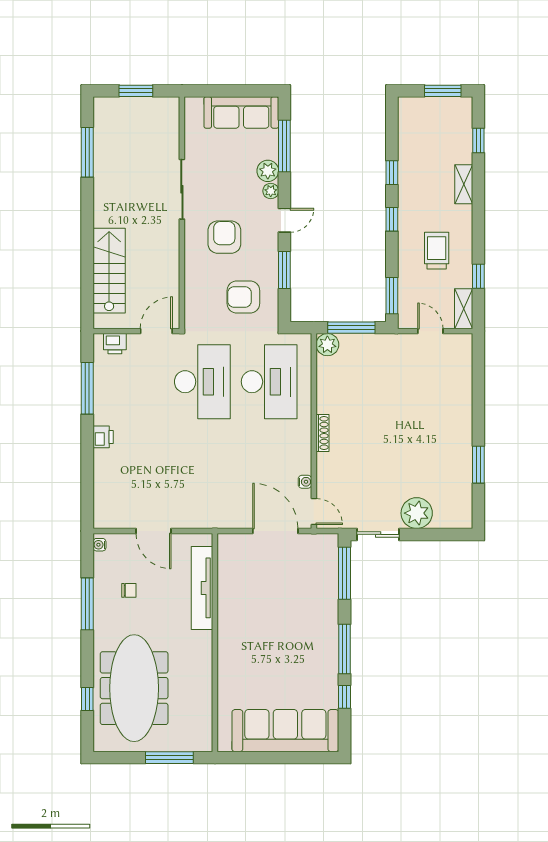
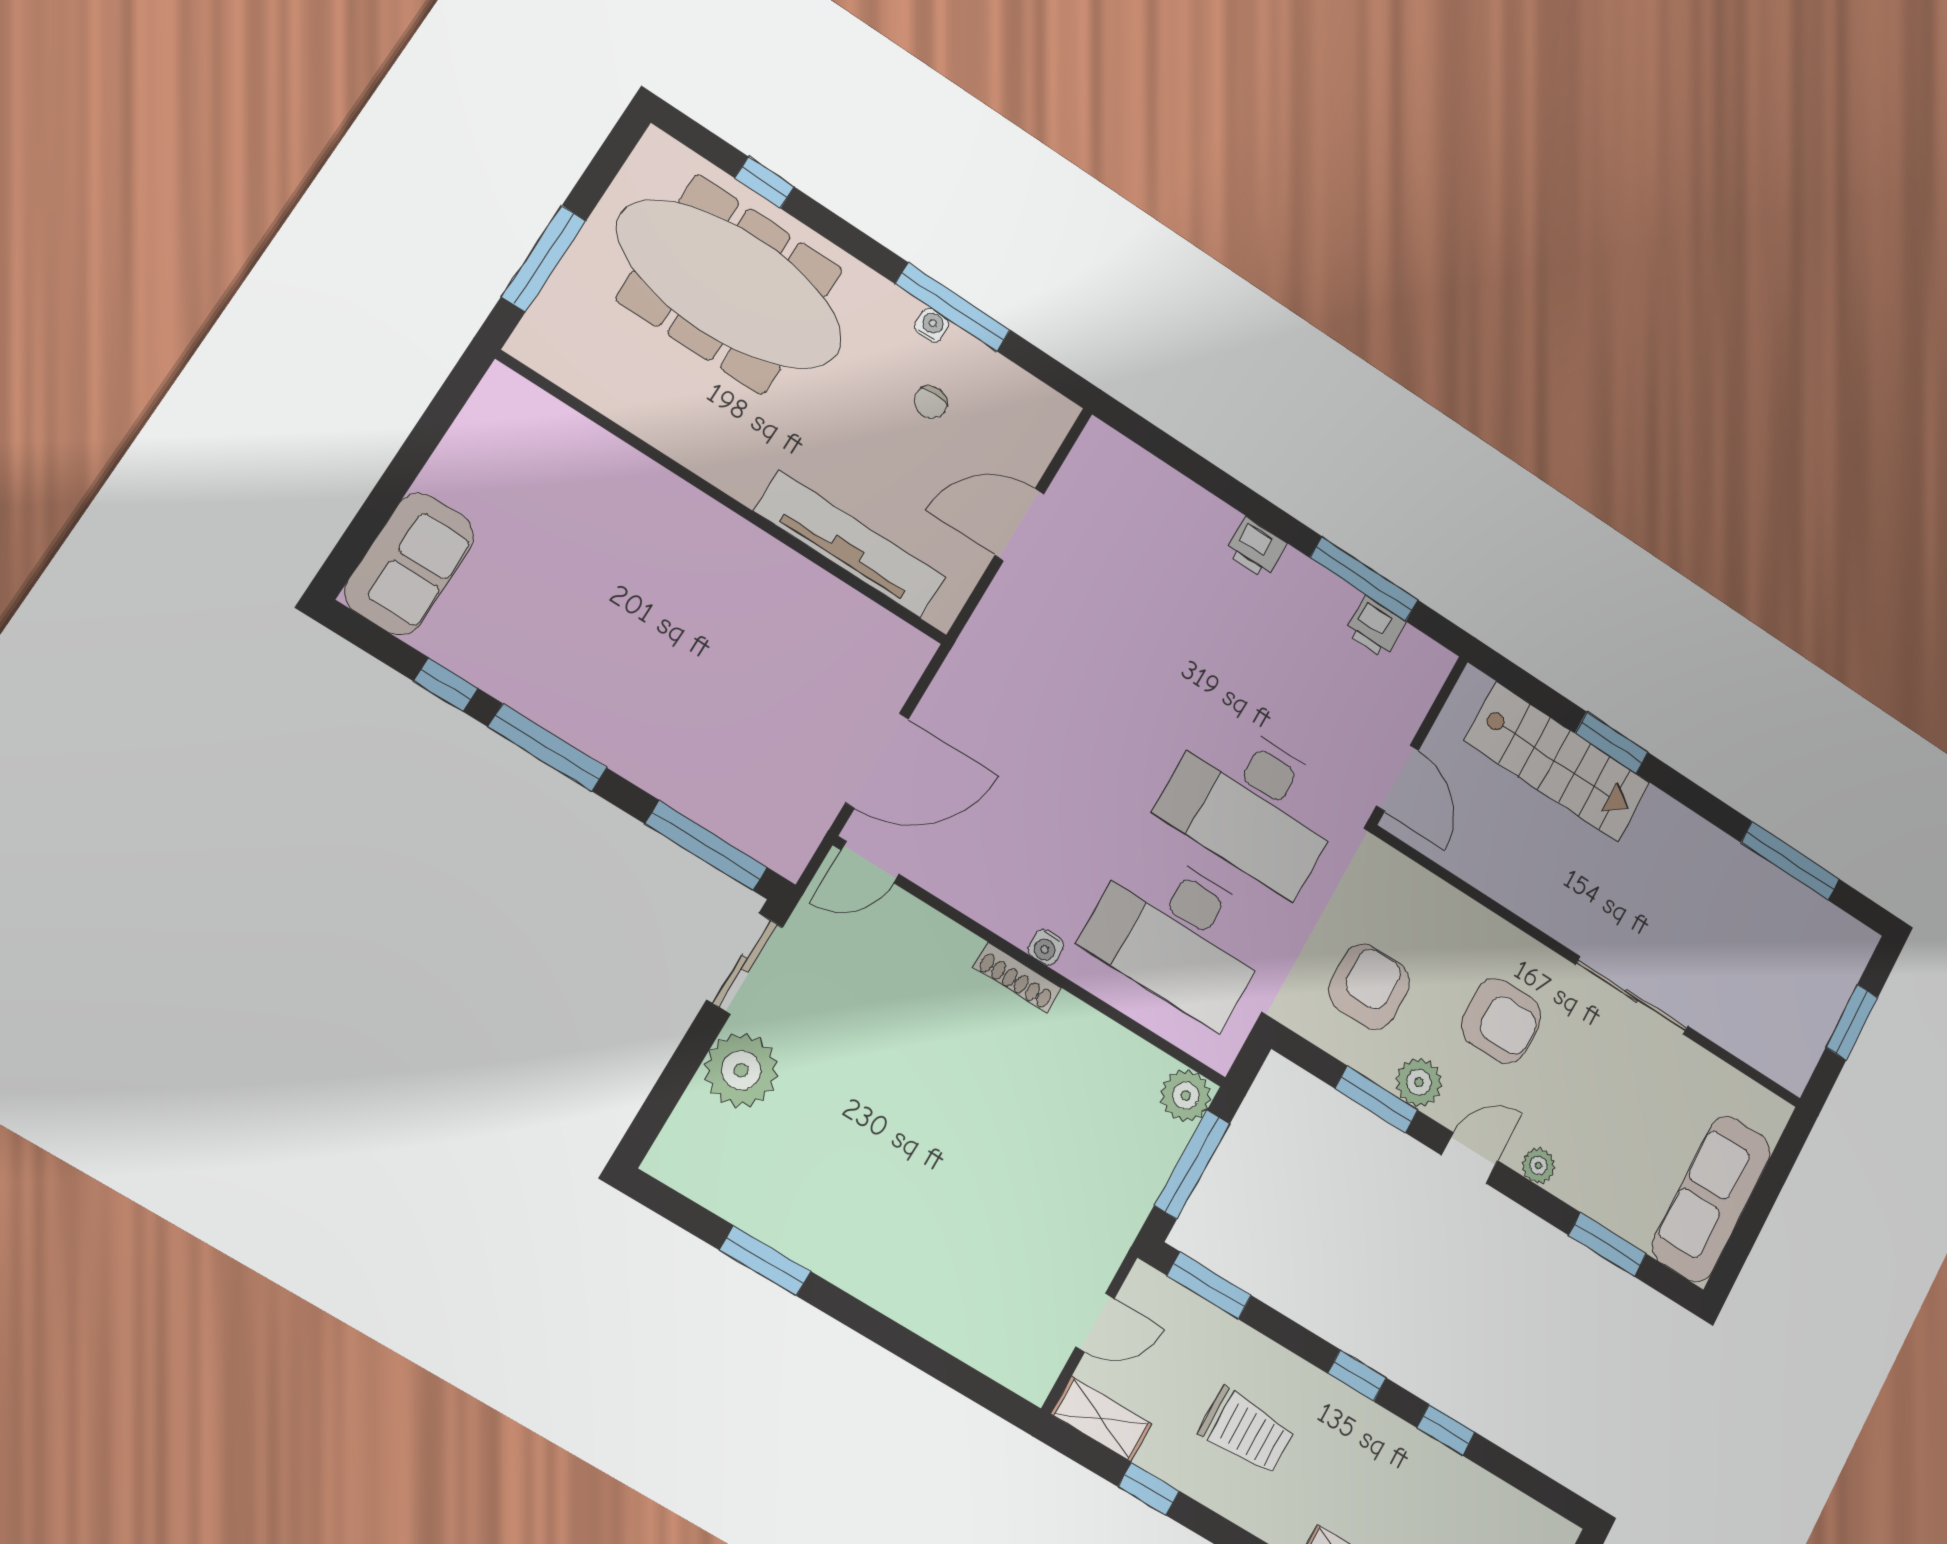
window: (284, 146) -> (1608, 1245), width x0.69
plant: (268, 171) -> (1419, 1082), moved
door: (284, 220) -> (1470, 1158), swing flipped
window: (87, 253) -> (1612, 743), added
printer: (115, 344) -> (1375, 627), moved, turned -90
water cooler: (305, 482) -> (1046, 947), moved
water cooler: (99, 545) -> (932, 325), moved
sofa: (285, 731) -> (410, 564), width x0.54, depth x0.79

